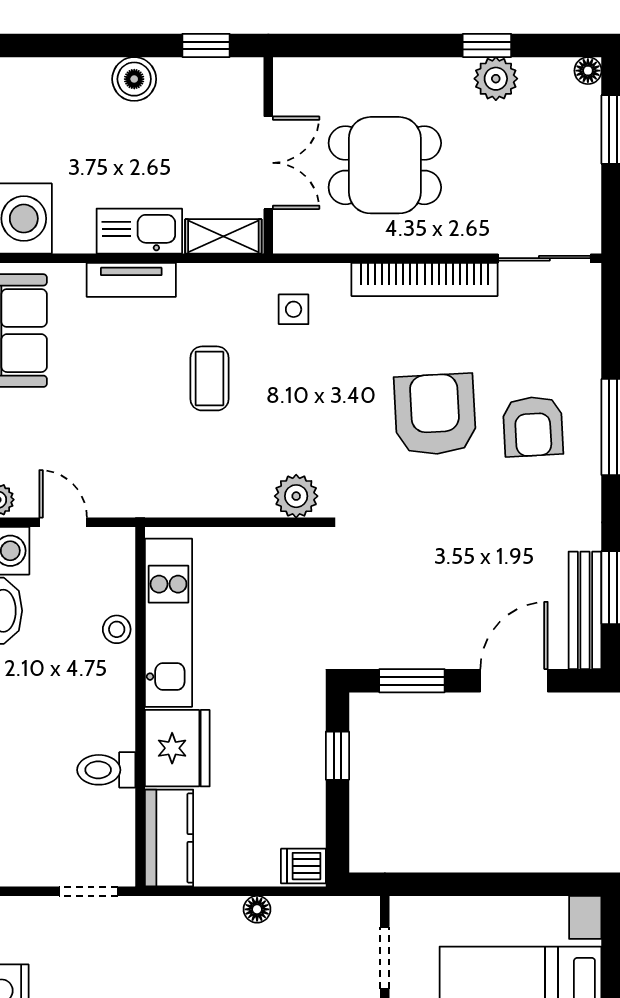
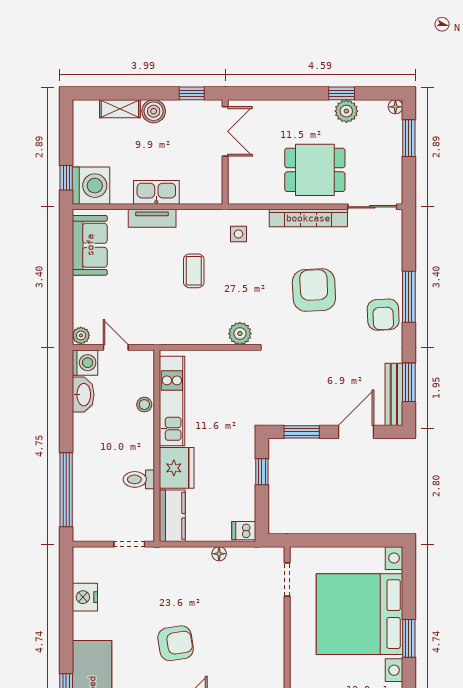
double door: (268, 163) -> (225, 131), moved
dining table: (385, 165) -> (315, 170), moved
shelving: (223, 236) -> (120, 109), moved
armchair: (533, 426) -> (383, 315), moved

